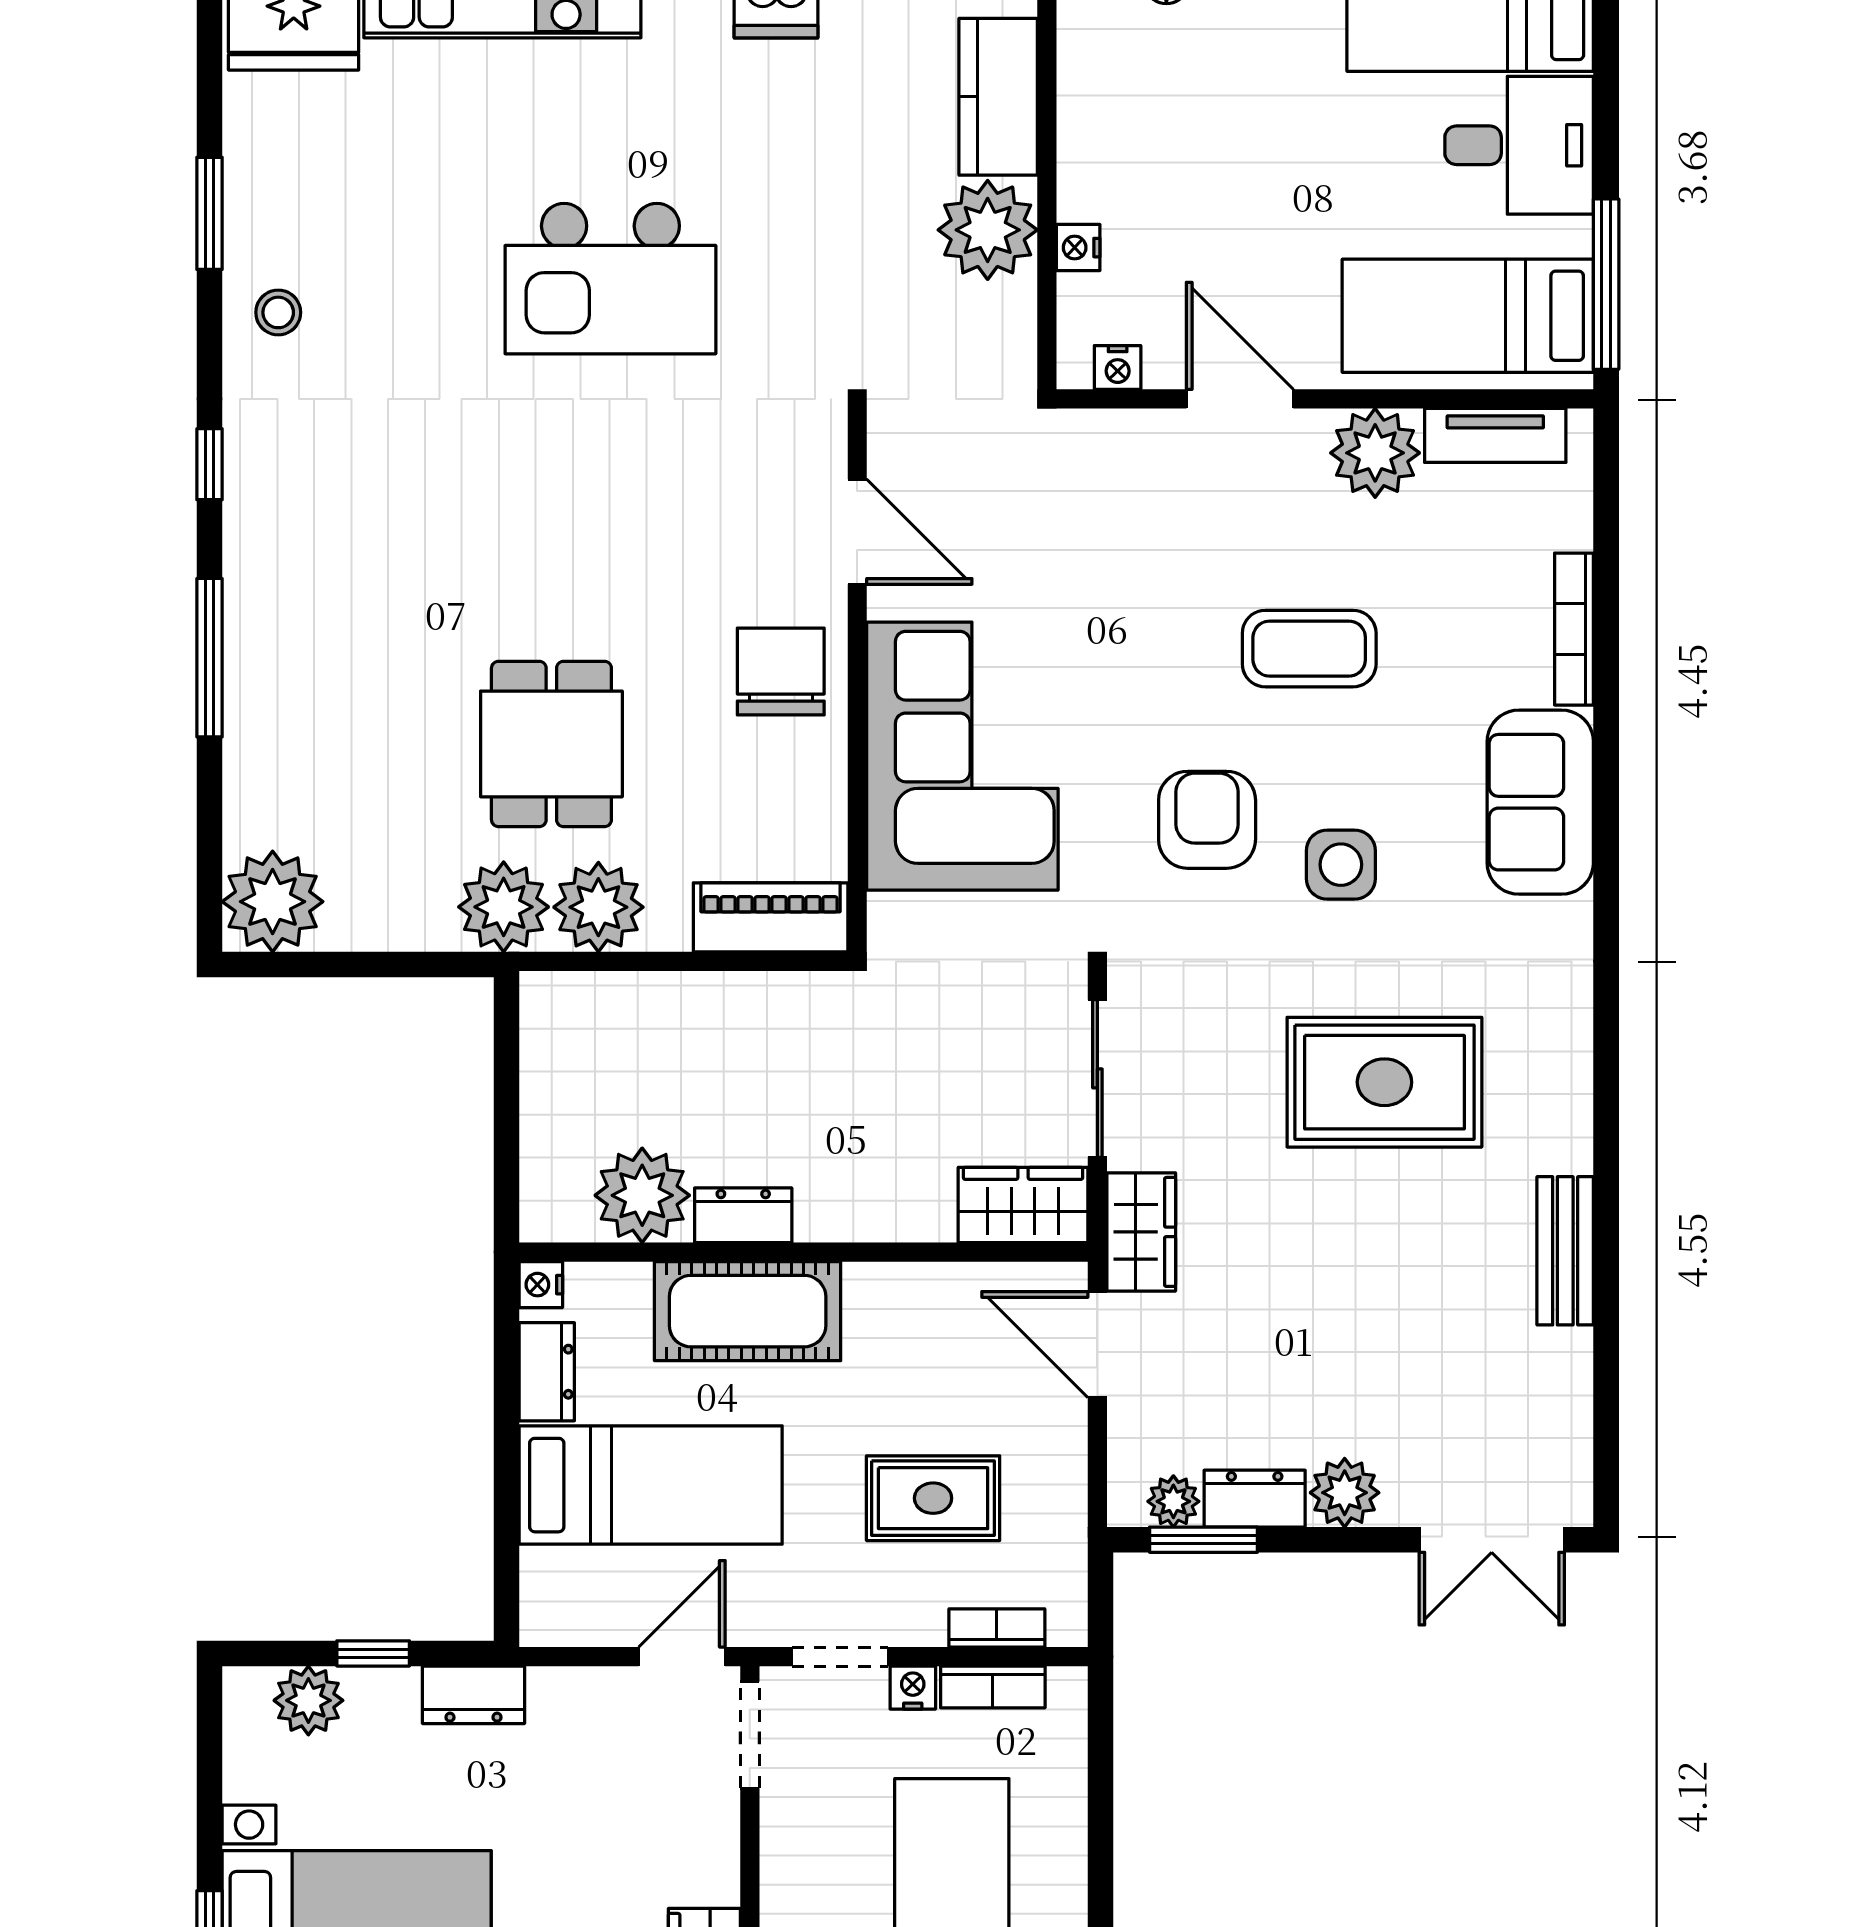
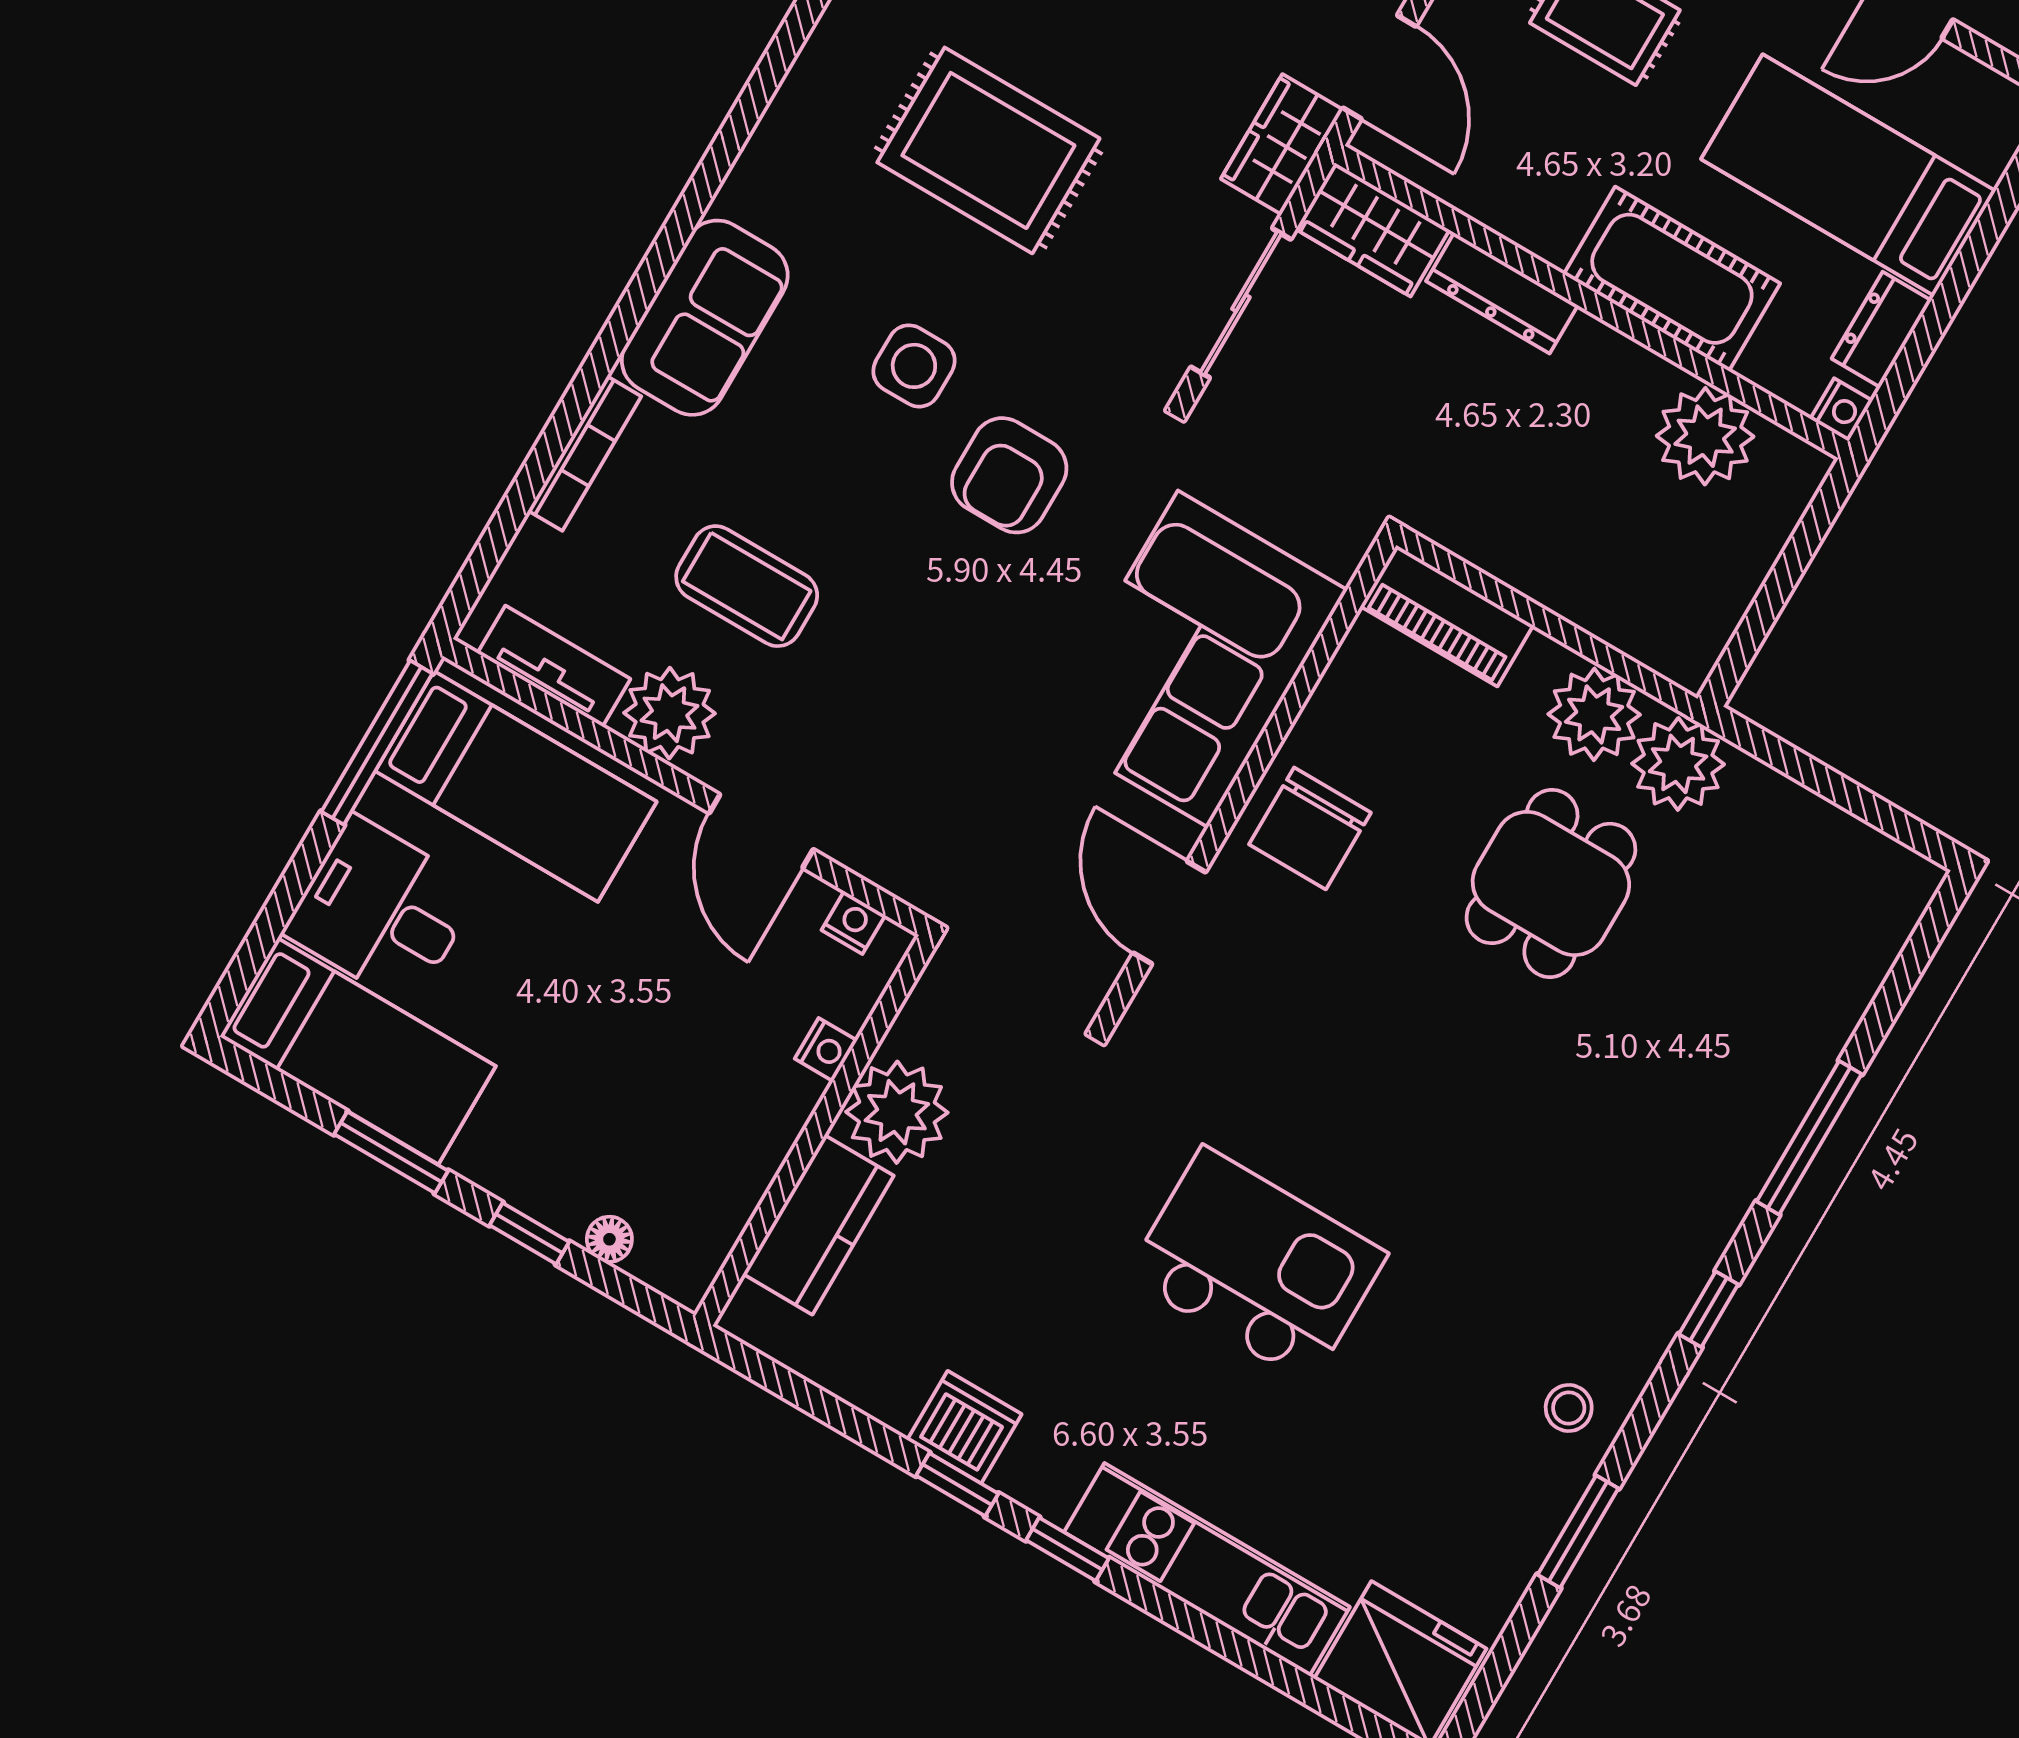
coffee table: (1309, 649) -> (747, 586), moved
plant: (273, 902) -> (1880, 889), removed
dresser: (743, 1215) -> (1502, 293), moved, width x1.44

